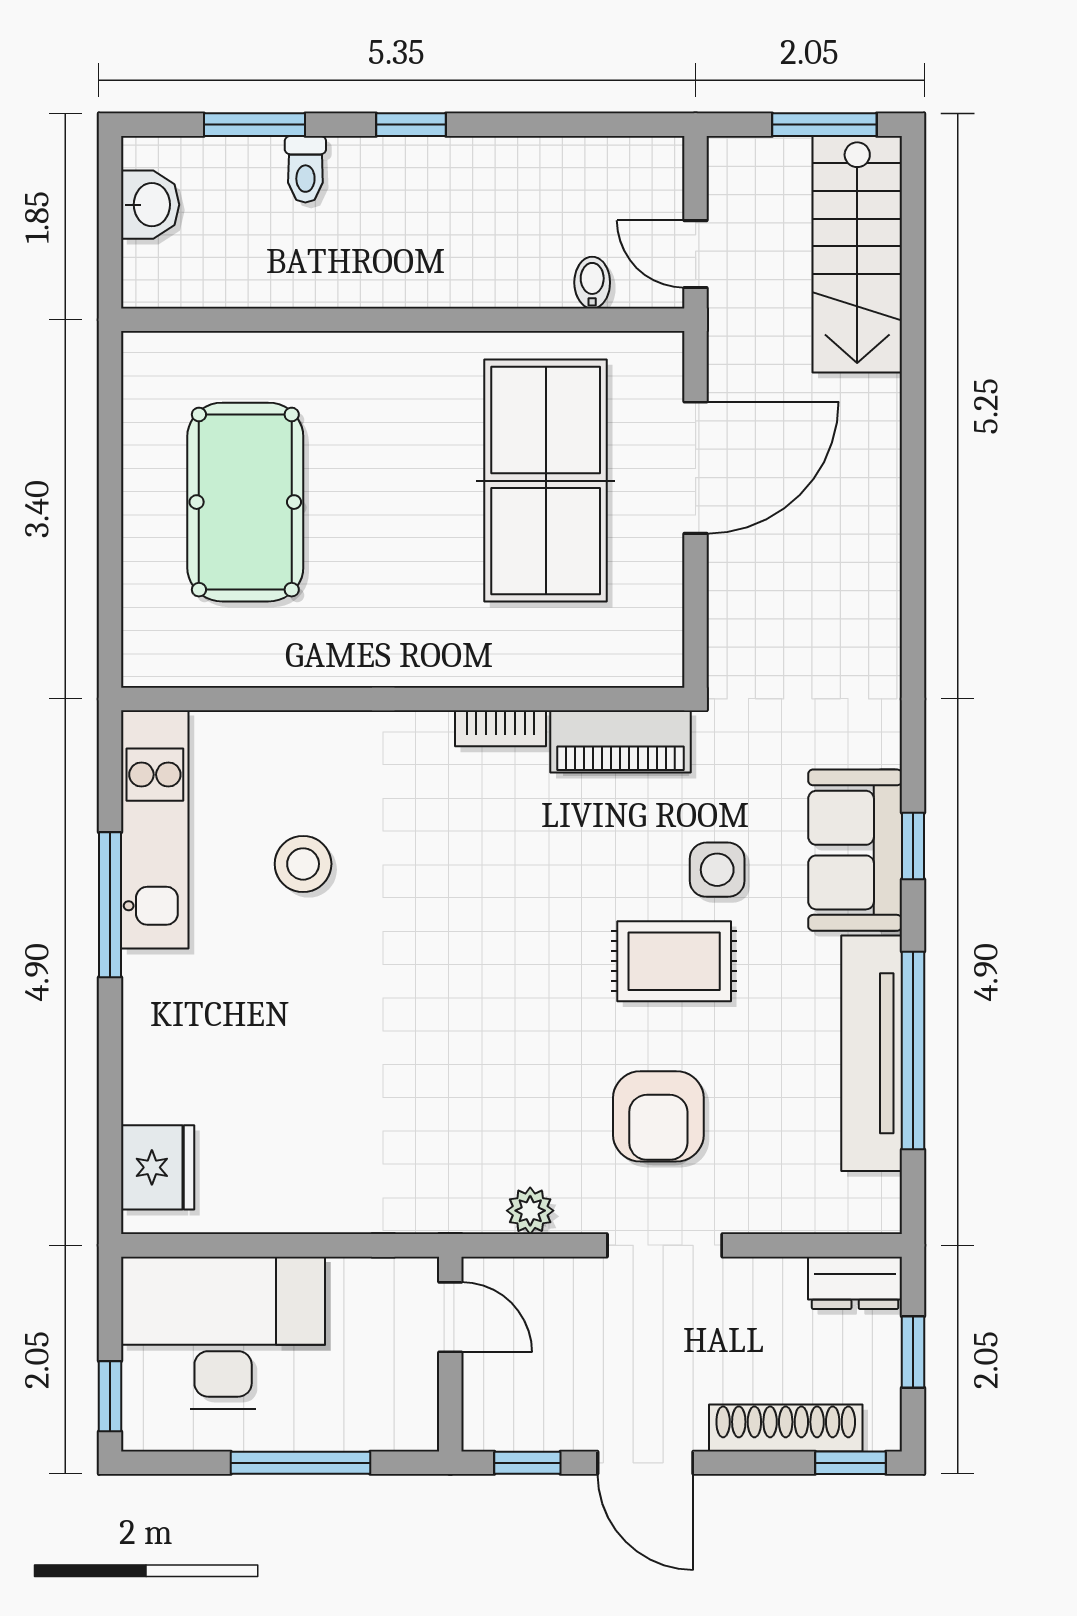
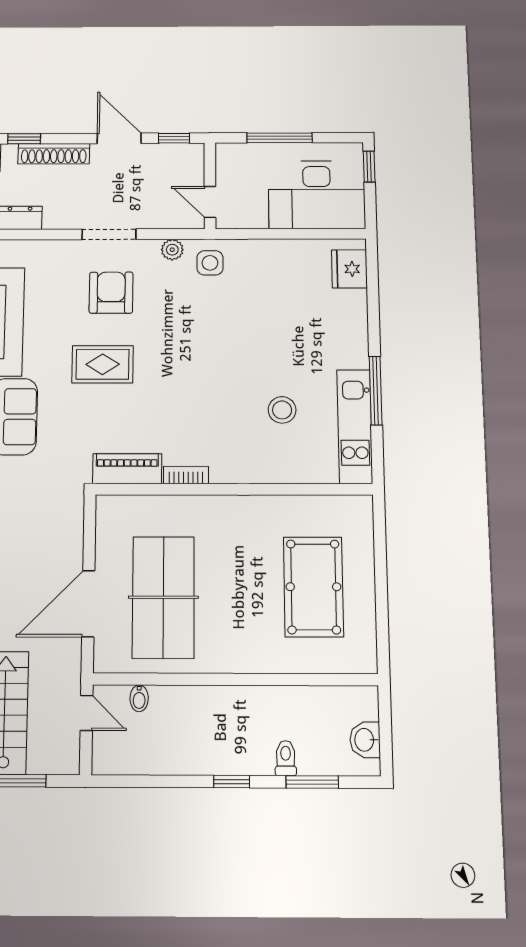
side table: (717, 870) -> (210, 263), moved

